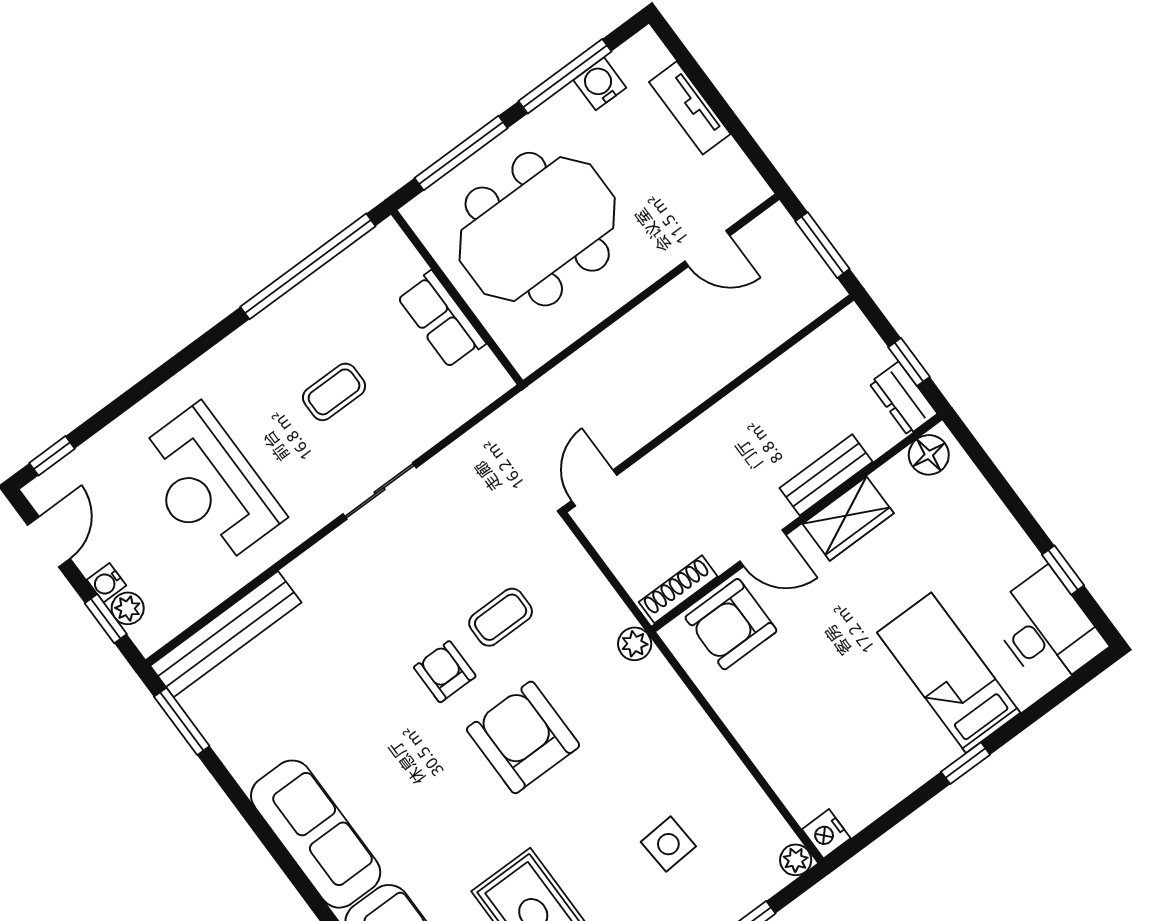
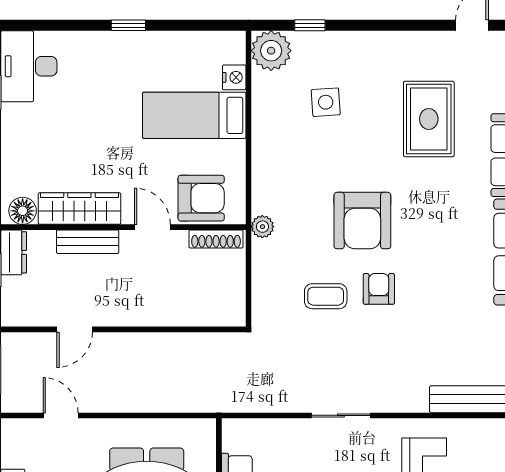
door: (594, 488) -> (75, 329), moved
wardrobe: (848, 519) -> (79, 209), width x1.50
armchair: (445, 672) -> (379, 289), turned 180
bed: (949, 673) -> (194, 115), moved, turned 90
nightstand: (826, 834) -> (234, 77), moved
plant: (796, 860) -> (271, 51), width x1.88, depth x1.88

